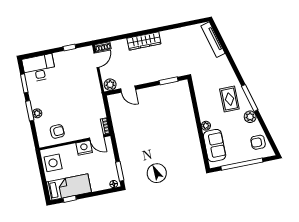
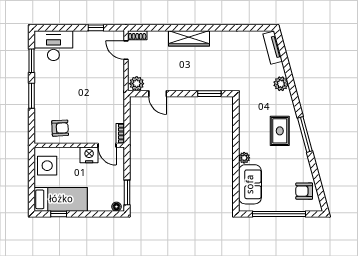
tv unit: (213, 40) -> (273, 48), width x0.71
door: (96, 60) -> (126, 50), swing flipped
plant: (37, 113) -> (40, 101), removed
plant: (250, 117) -> (281, 84), moved

